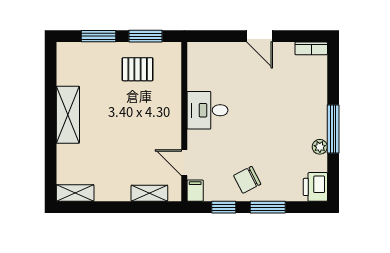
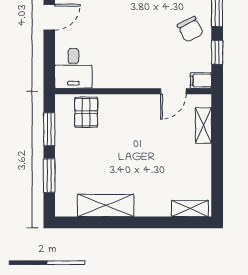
pallet: (138, 69) -> (86, 112), moved
desk: (207, 110) -> (73, 68), moved
shelving: (68, 115) -> (106, 205), moved
shelving: (75, 193) -> (190, 208), moved, turned 90

